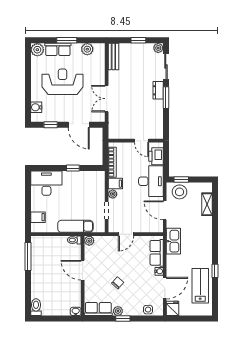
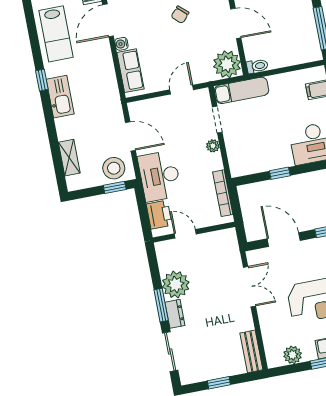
plant: (158, 48) -> (176, 285), moved, width x1.88, depth x1.88
filing cabinet: (115, 184) -> (212, 162), removed
exam couch: (75, 226) -> (242, 90), moved
plant: (89, 241) -> (227, 64), width x1.88, depth x1.88
kitchen sink: (173, 241) -> (60, 97), moved, turned 180
window: (215, 271) -> (42, 80), moved

